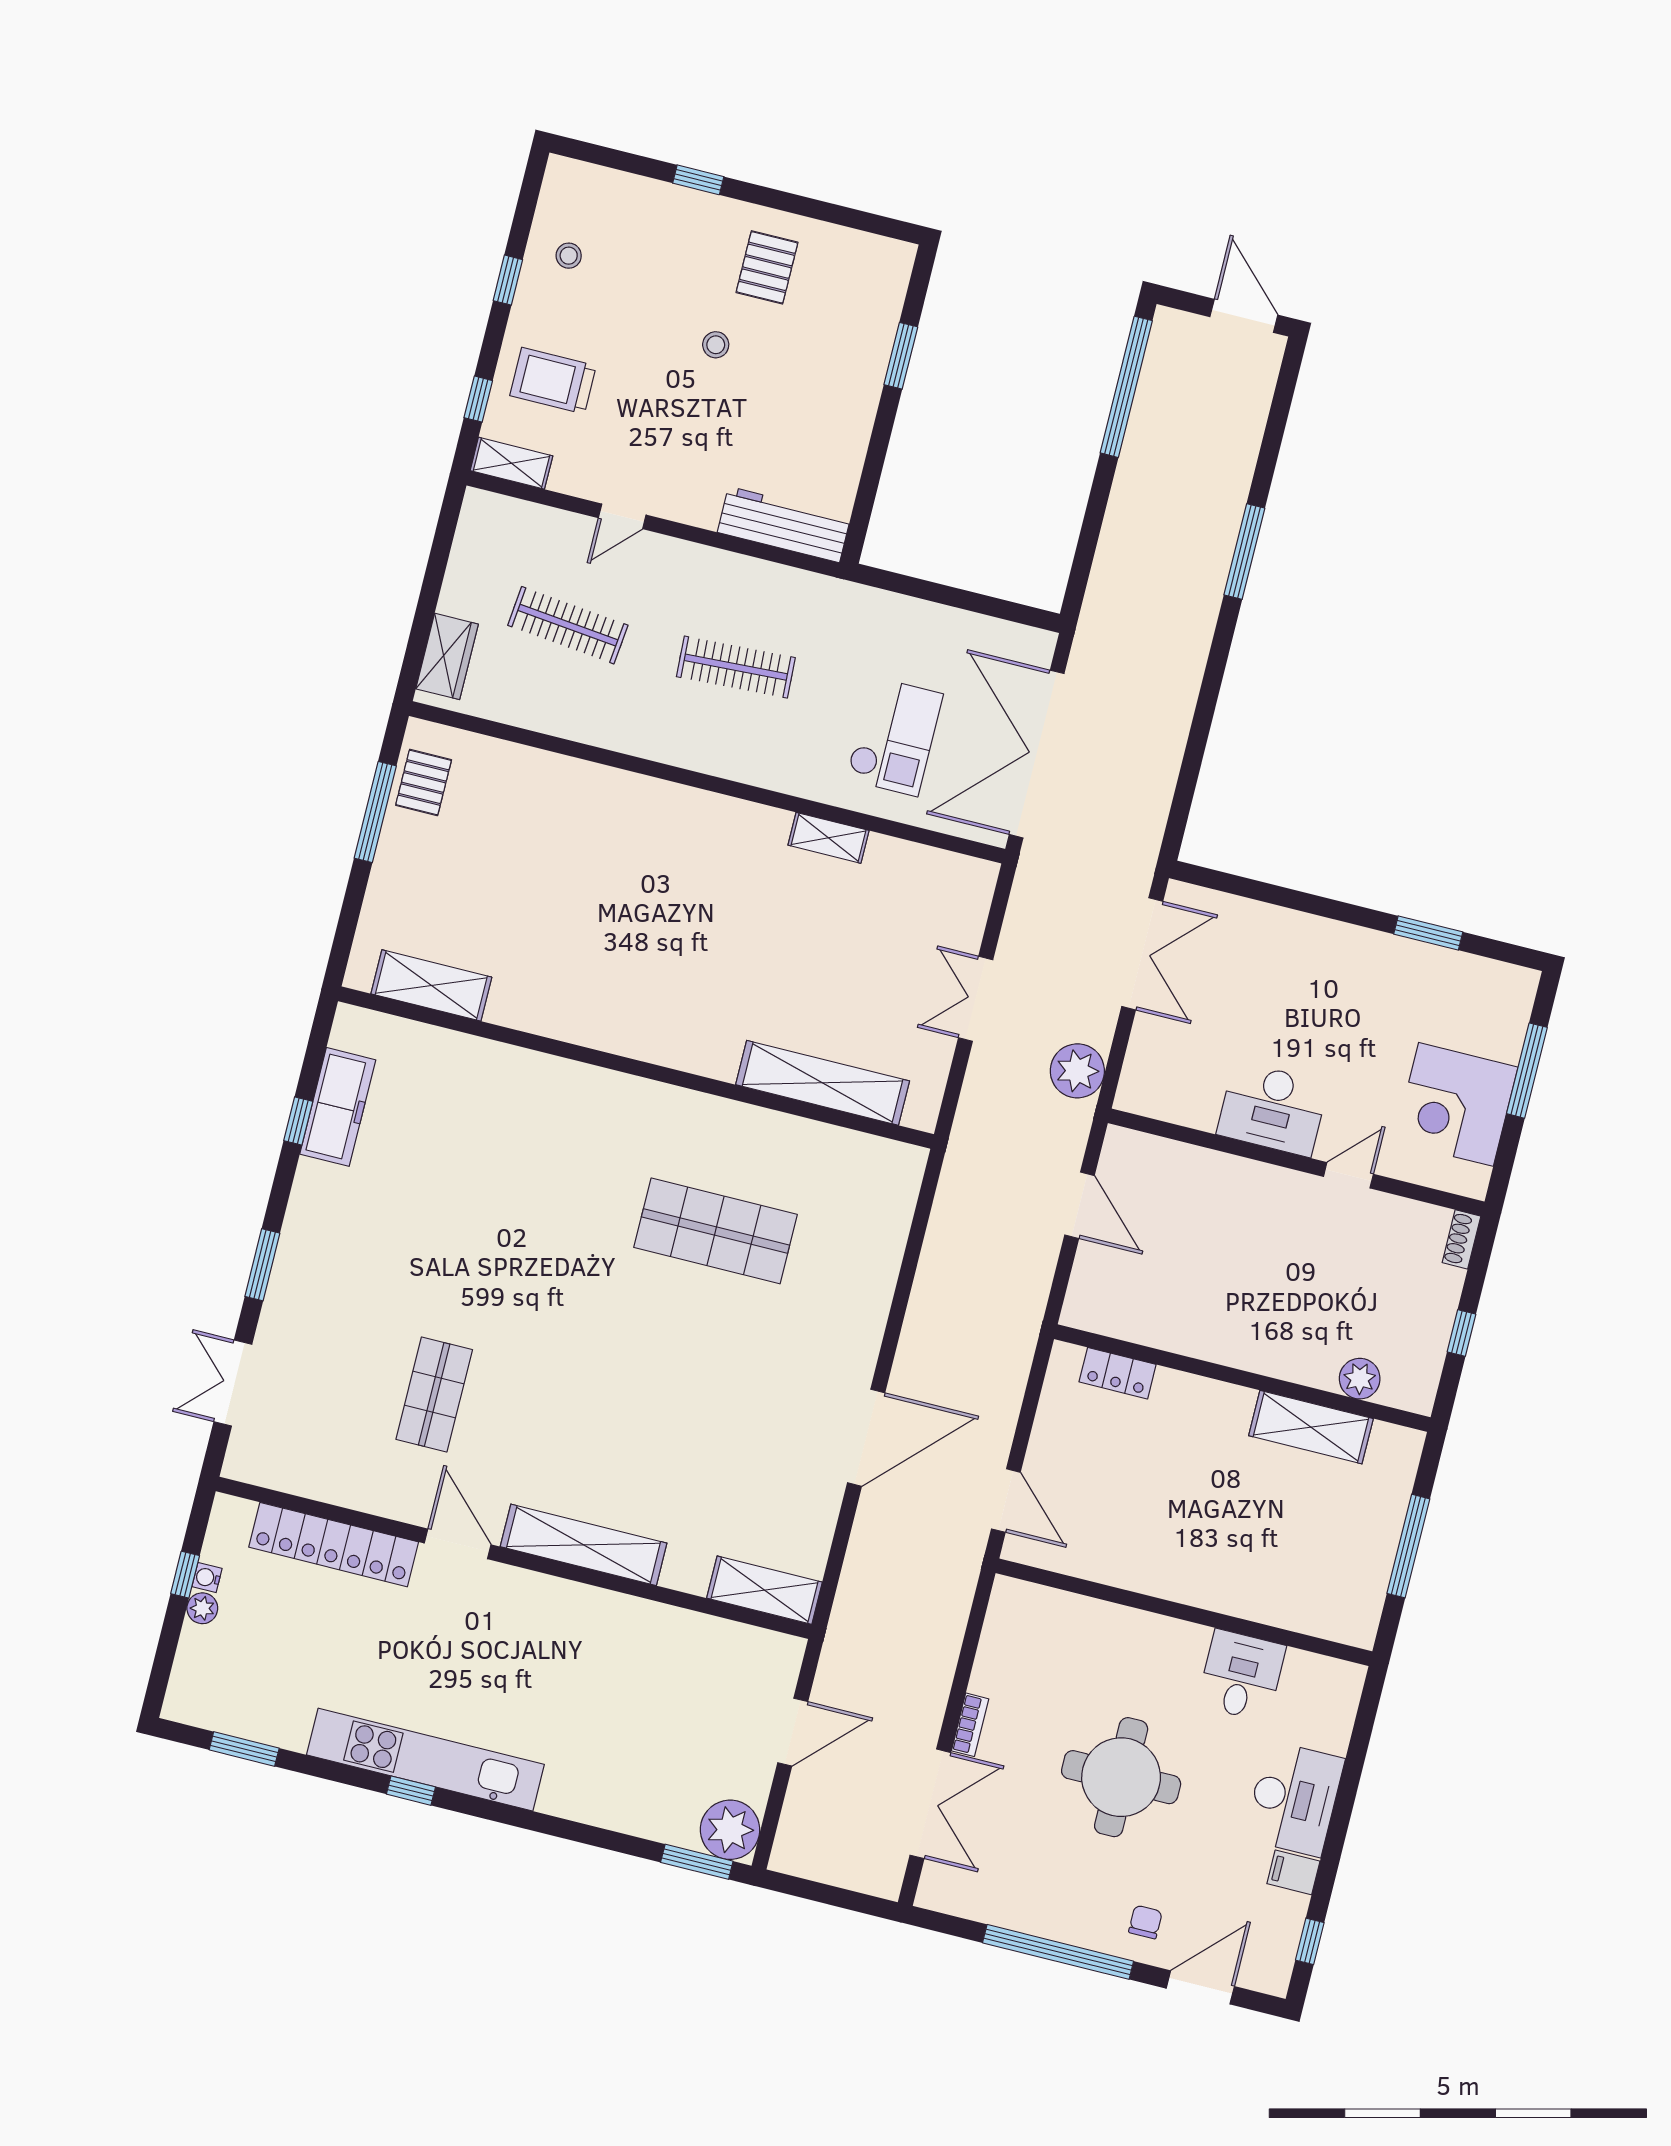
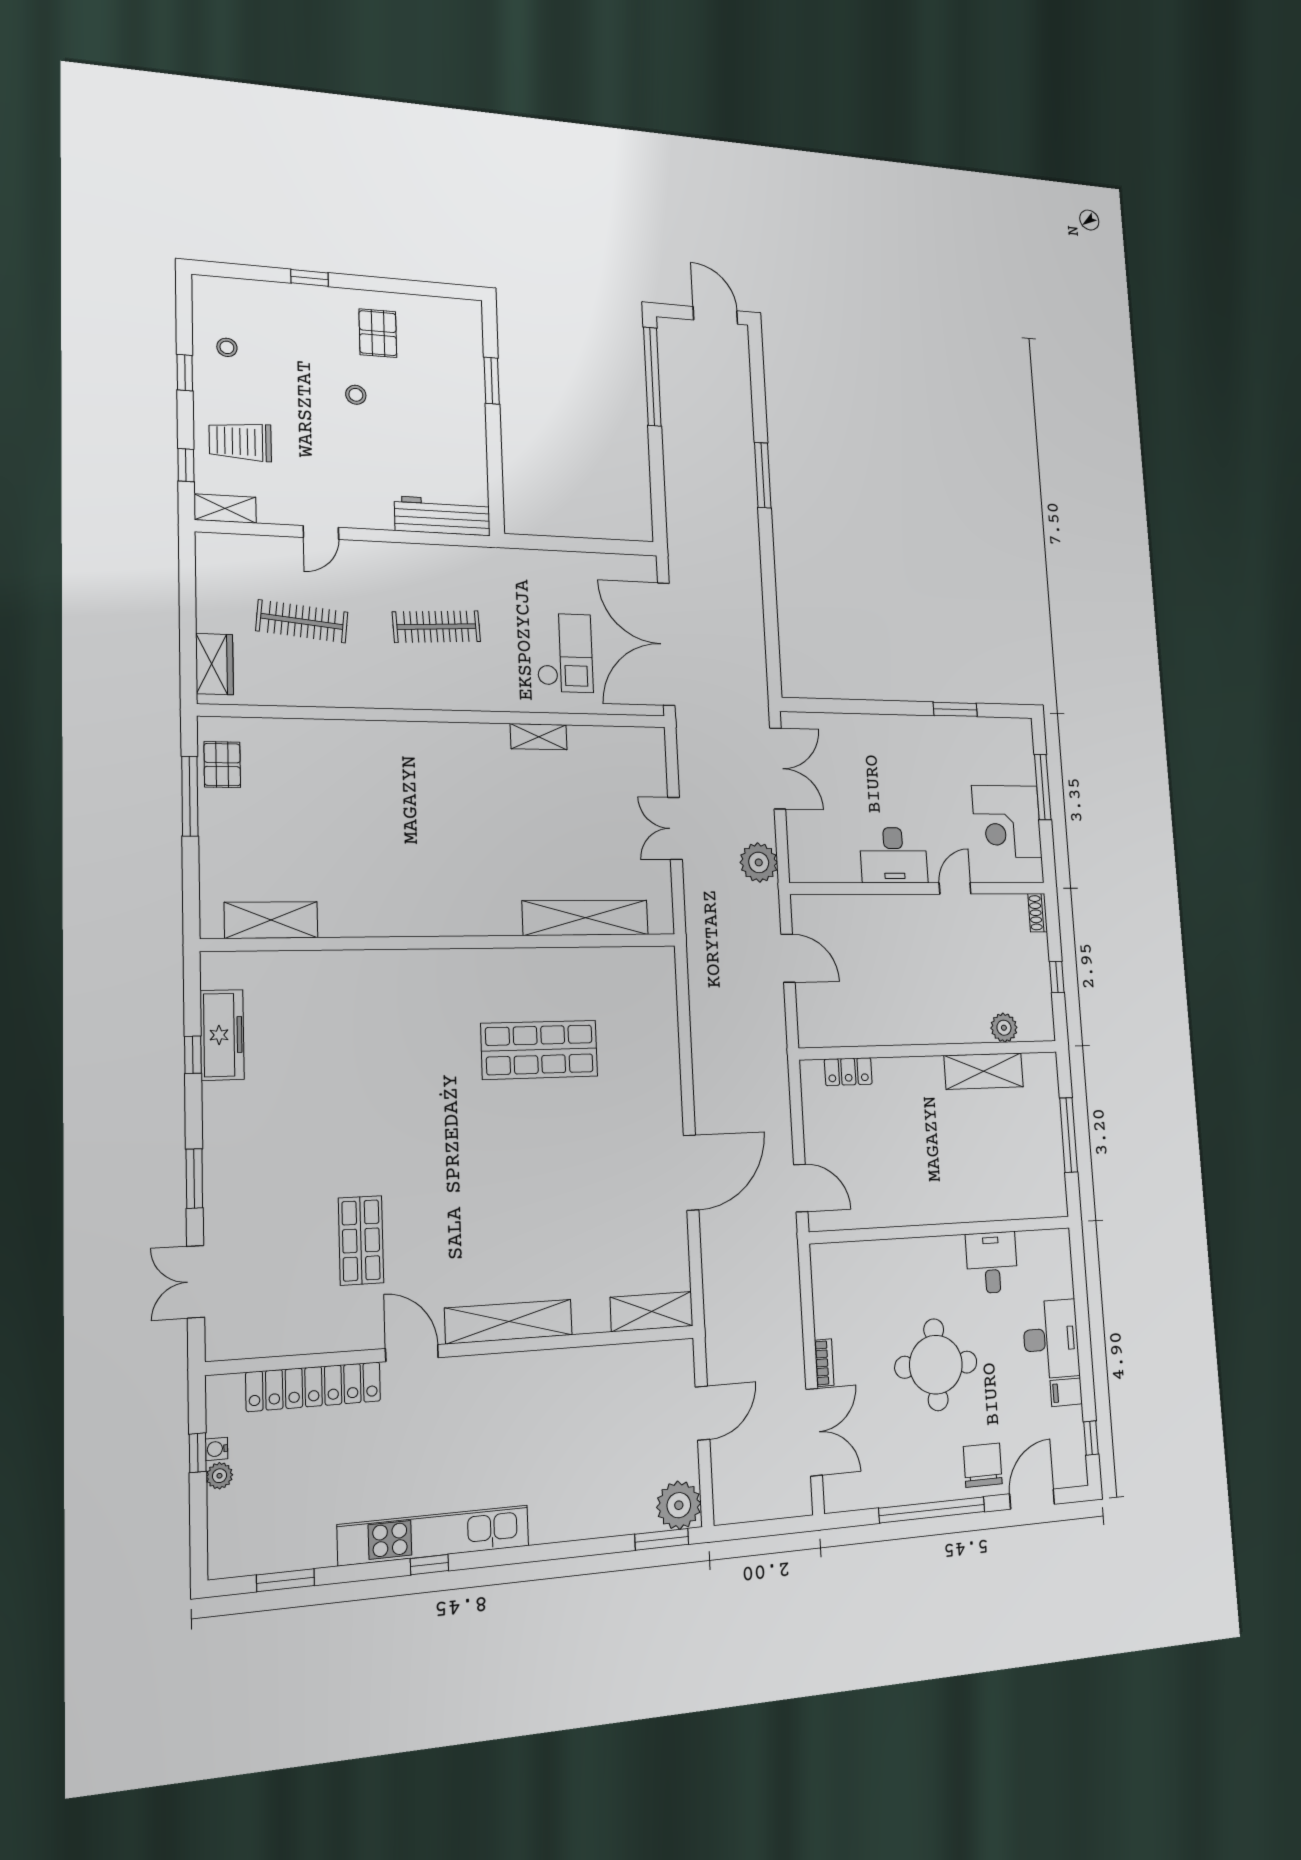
chair: (1145, 1922) -> (983, 1465), width x1.87, depth x1.87

